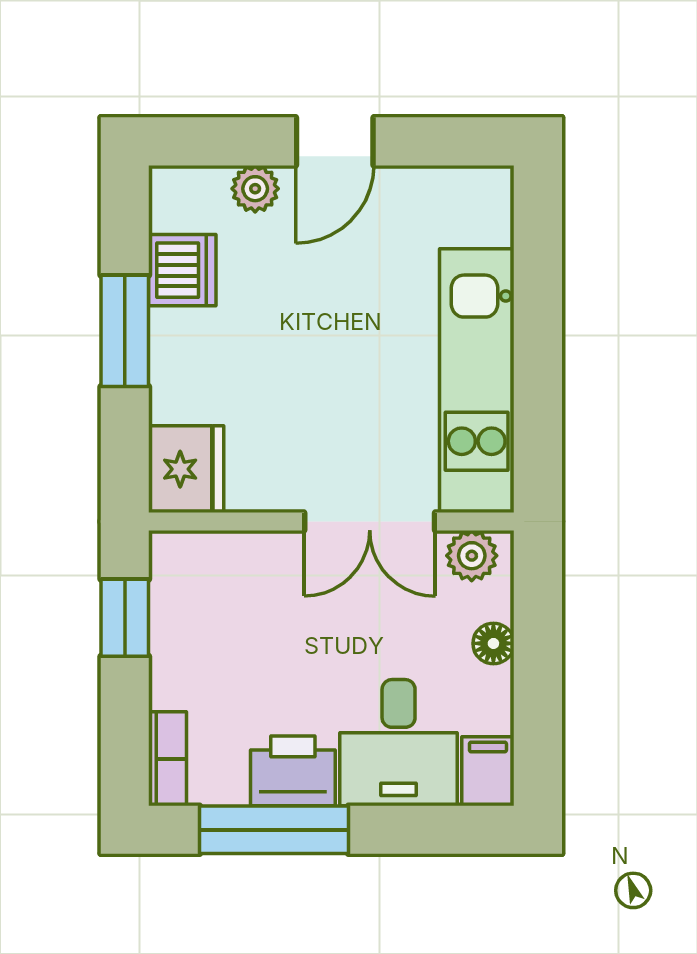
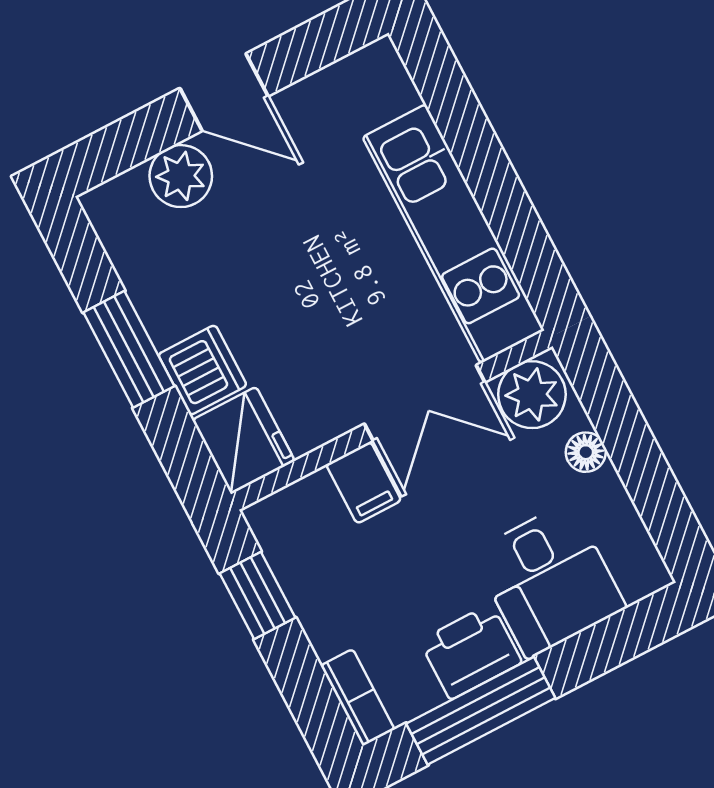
door: (335, 141) -> (224, 92), hinge flipped
plant: (255, 189) -> (181, 176), width x1.38, depth x1.38
dishwasher: (182, 270) -> (202, 370), moved
plant: (472, 556) -> (532, 395), width x1.38, depth x1.38
filing cabinet: (488, 771) -> (364, 483), moved, turned 180

